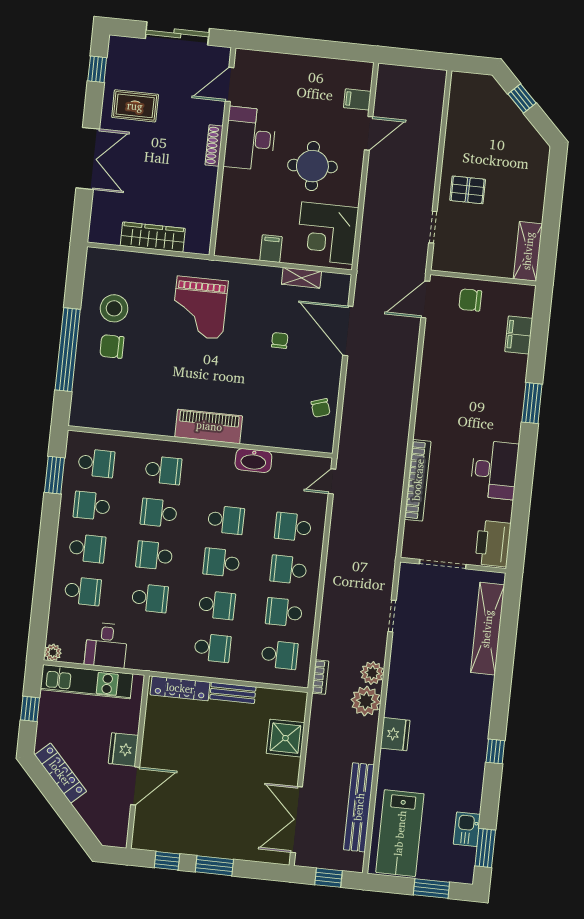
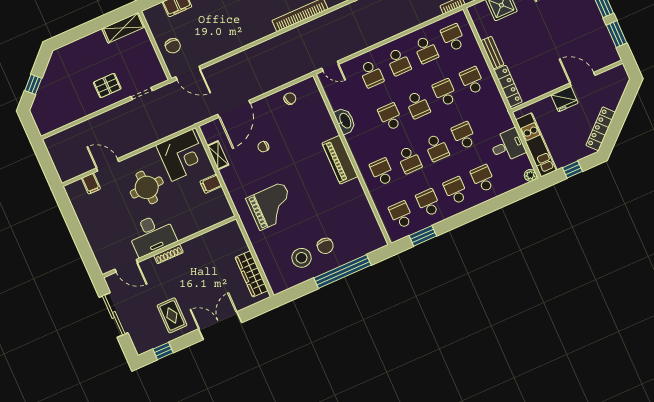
pallet: (468, 190) -> (107, 85), turned 90
wardrobe: (153, 237) -> (252, 274), moved
school desk: (92, 506) -> (428, 203), turned 180
window: (167, 861) -> (617, 34), width x1.50

